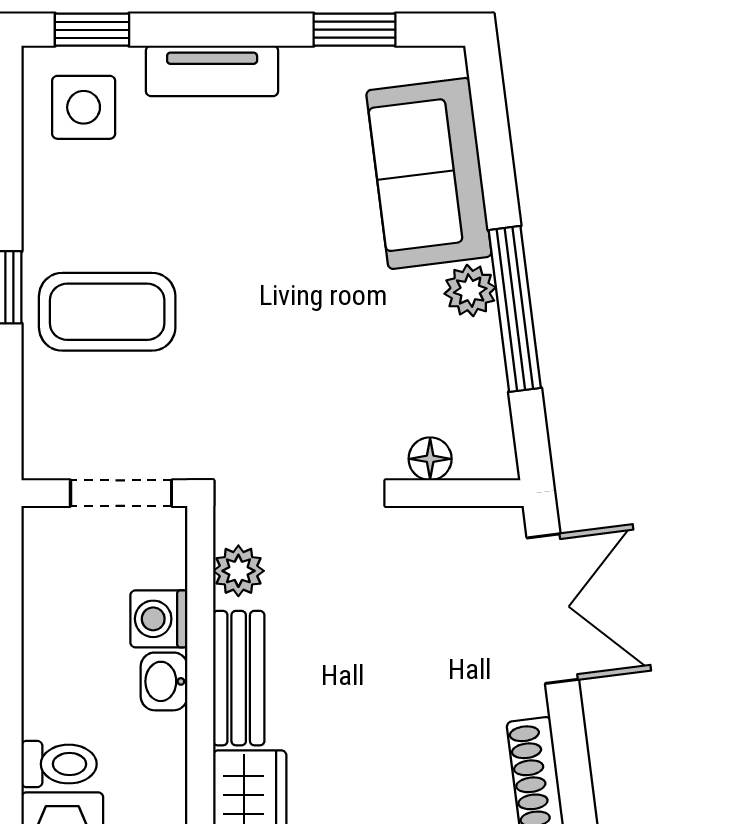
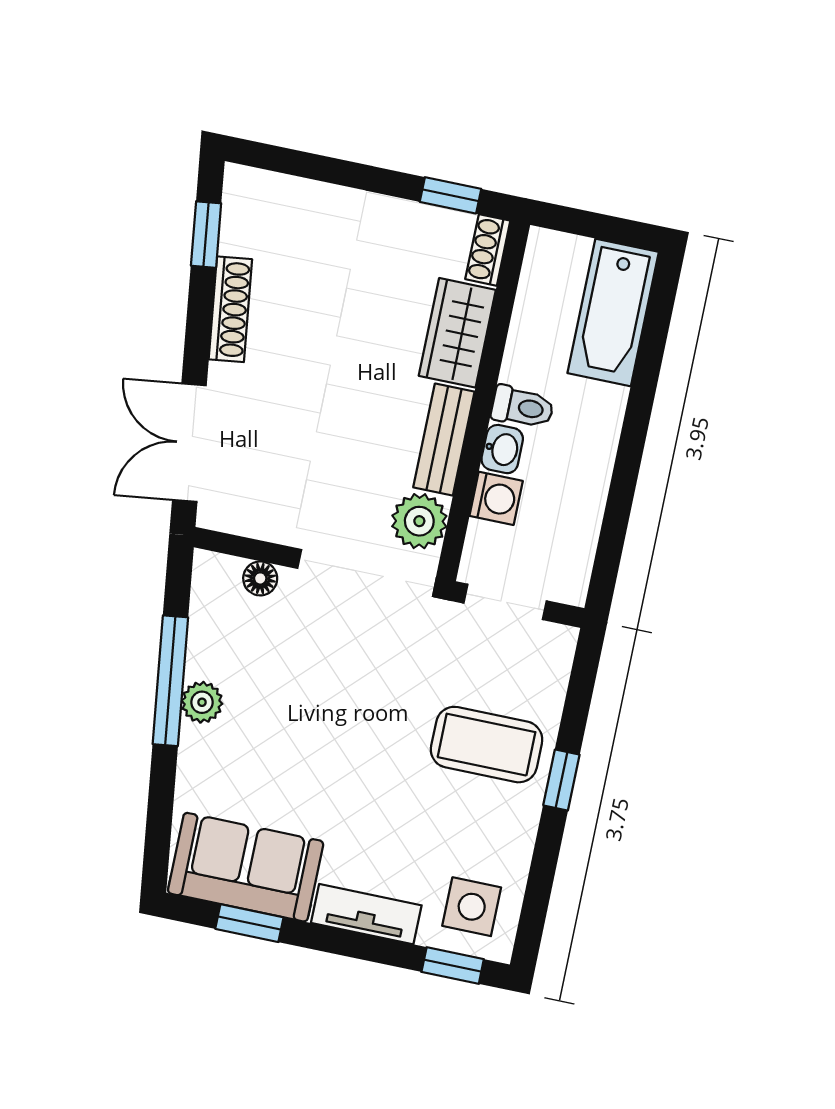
sofa: (429, 173) -> (246, 867), moved, turned -83
plant: (238, 571) -> (419, 521), width x1.38, depth x1.38
toilet: (59, 764) -> (523, 407), moved, turned 180

